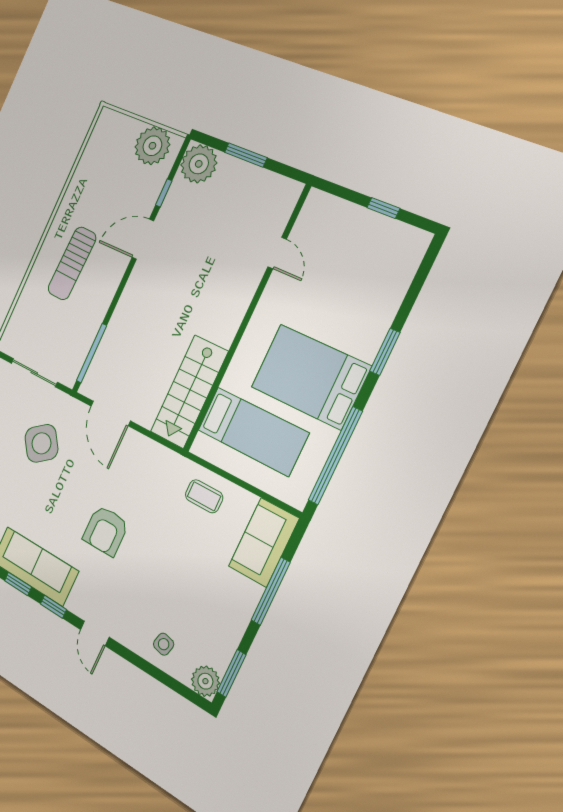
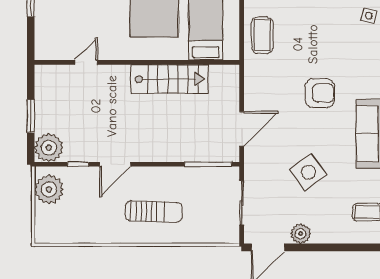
door: (143, 239) -> (115, 164), hinge flipped
stairs: (189, 392) -> (169, 79), moved
side table: (41, 443) -> (308, 172), moved
coffee table: (204, 496) -> (262, 35), width x1.36, depth x1.30

